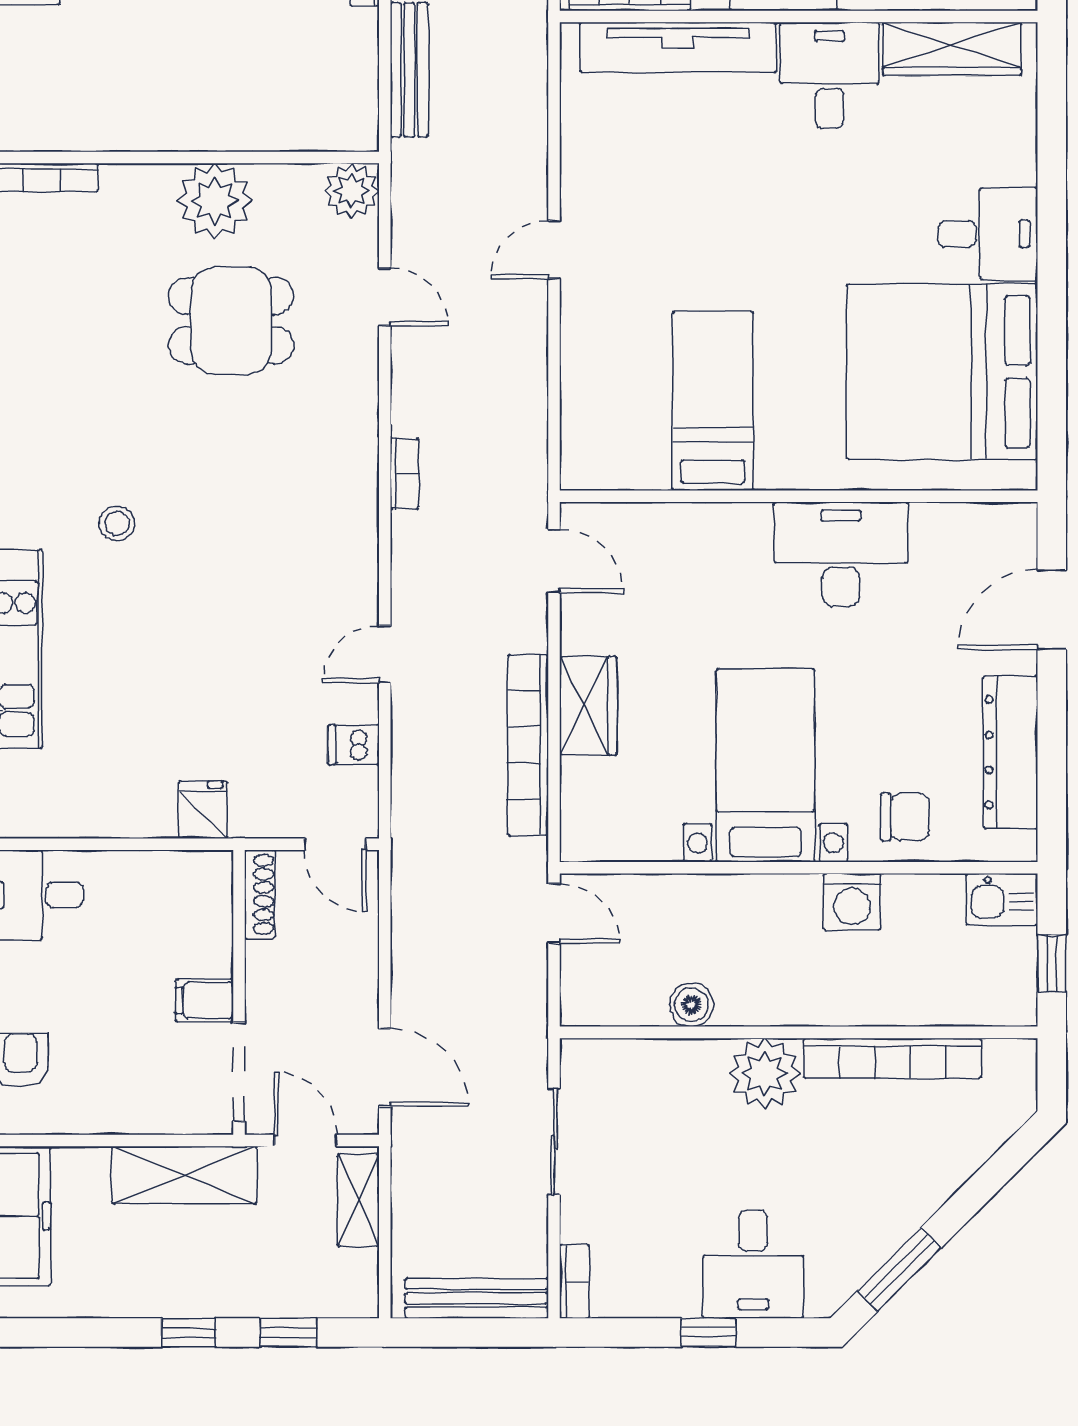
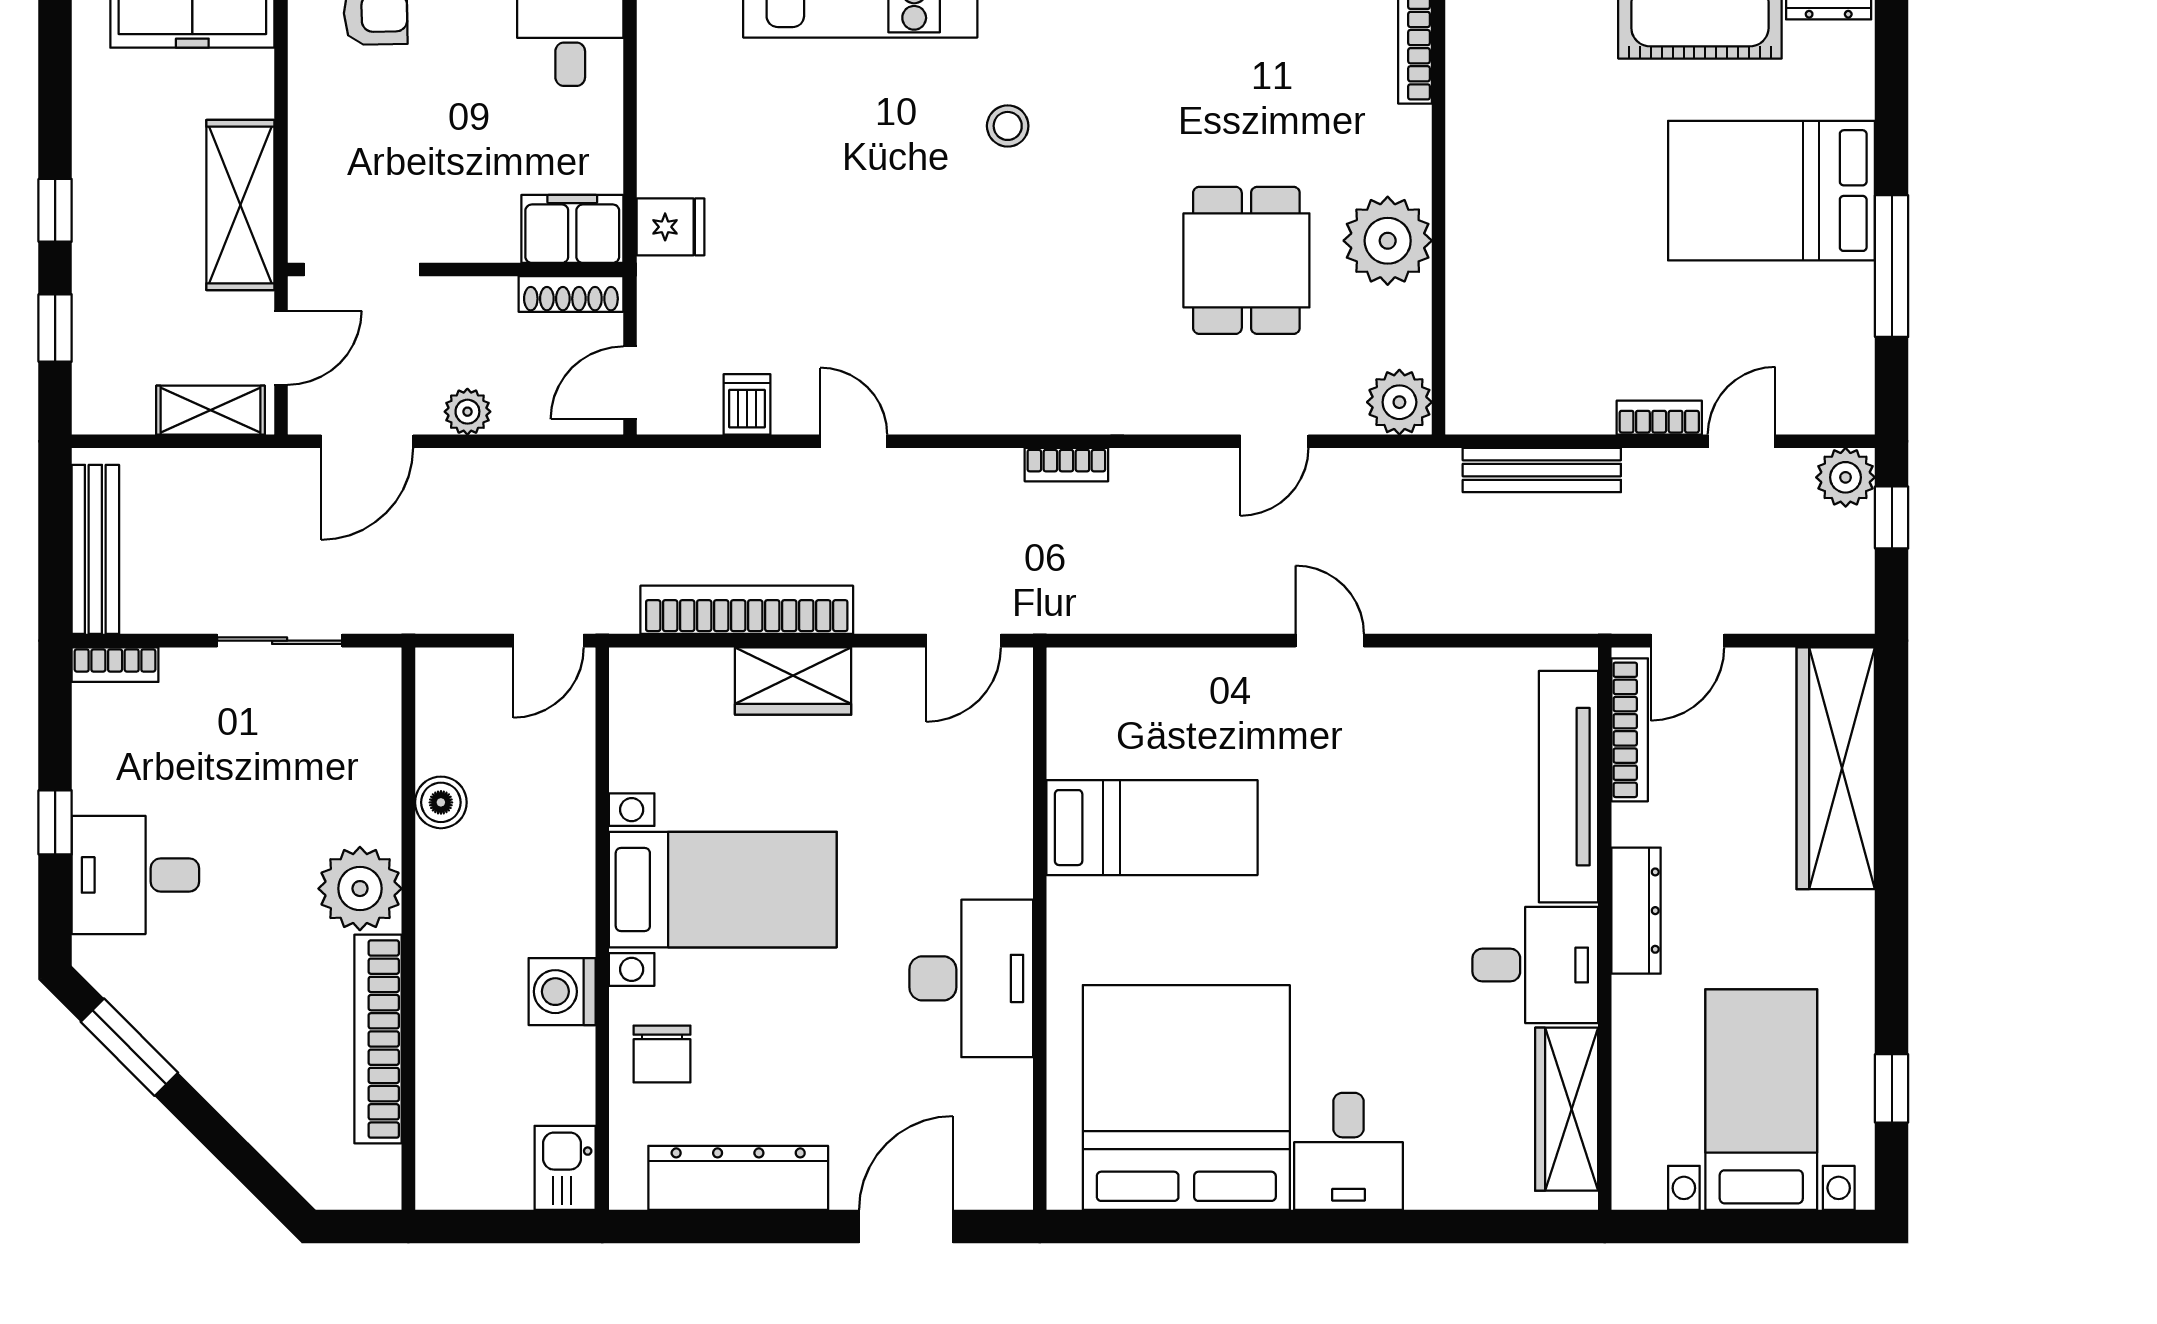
door: (1052, 610) -> (906, 1227), hinge flipped
window: (1052, 964) -> (489, 1227), removed
plant: (360, 982) -> (467, 412), added
filing cabinet: (204, 1000) -> (572, 229), moved, width x2.00

